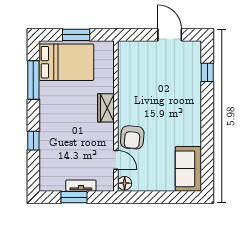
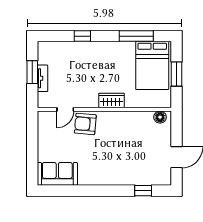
floor lamp: (125, 183) -> (160, 117), moved

